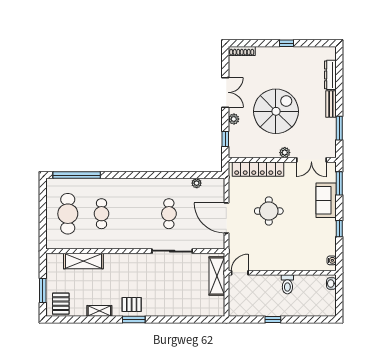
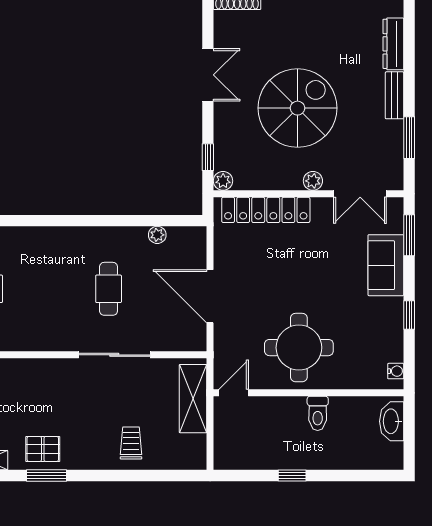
plant: (234, 119) -> (223, 181), moved
round table: (269, 211) -> (299, 348), moved, width x1.36, depth x1.36
washbasin: (331, 283) -> (392, 421), width x1.91, depth x1.45
trolley: (182, 301) -> (131, 443), added

